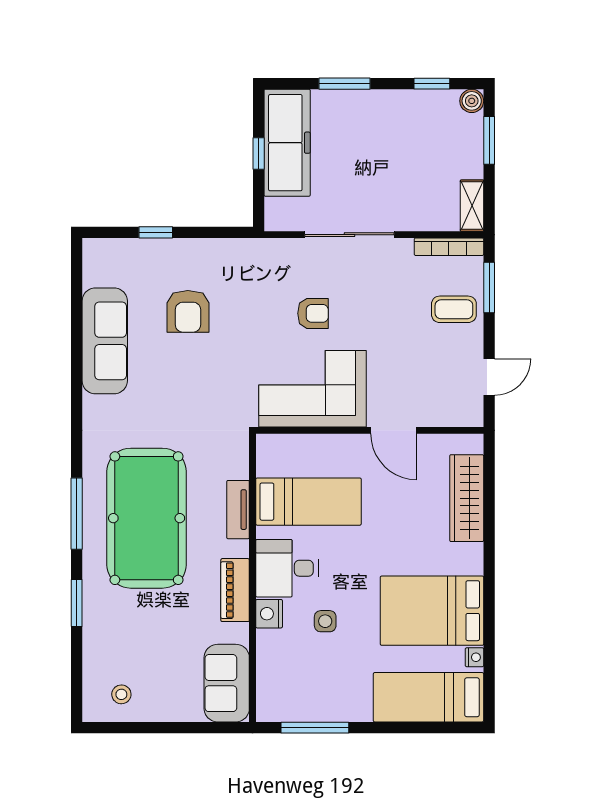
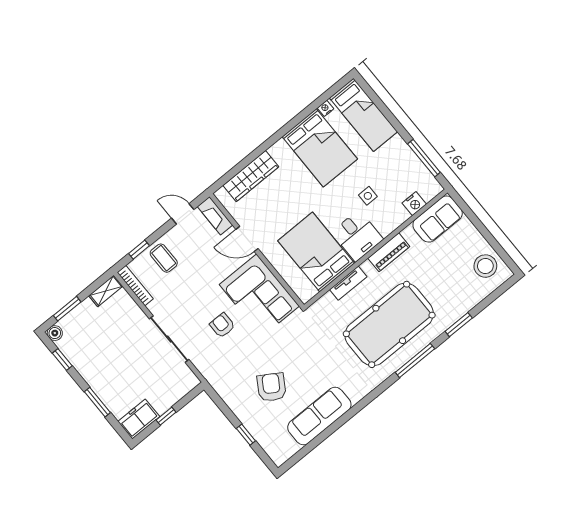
freezer: (287, 143) -> (139, 419), width x0.52, depth x0.79
window: (489, 288) -> (139, 250), width x0.67
armchair: (188, 311) -> (271, 387), turned -58
fireplace: (454, 414) -> (215, 216), added
door: (394, 430) -> (247, 239), swing flipped
bed: (308, 502) -> (316, 252), width x1.50
nightstand: (269, 614) -> (414, 204), moved
stool: (121, 694) -> (485, 266), width x1.89, depth x1.89

